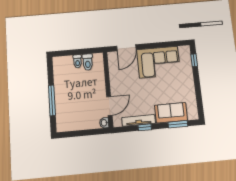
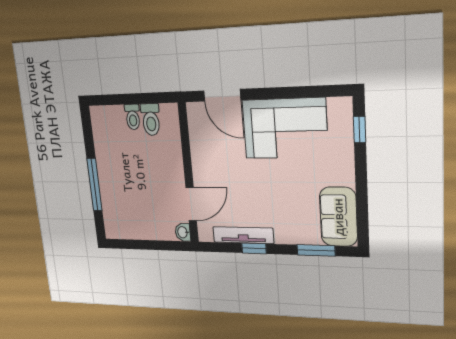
door: (126, 48) -> (222, 95), hinge flipped
sofa: (171, 113) -> (338, 217), moved, turned -90

